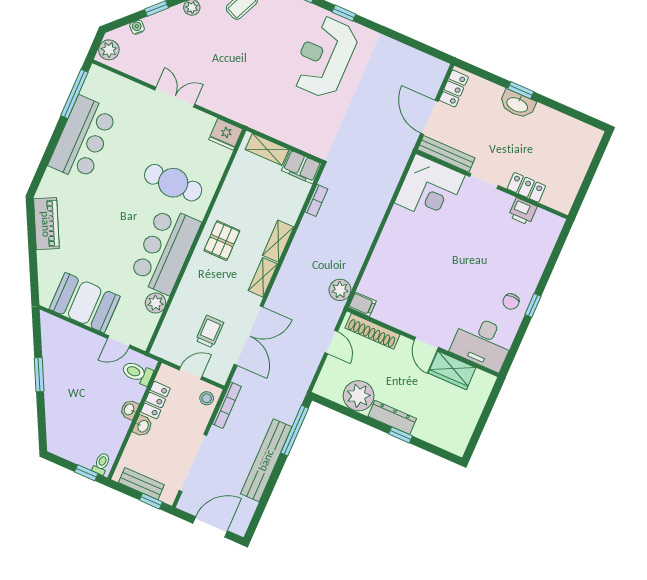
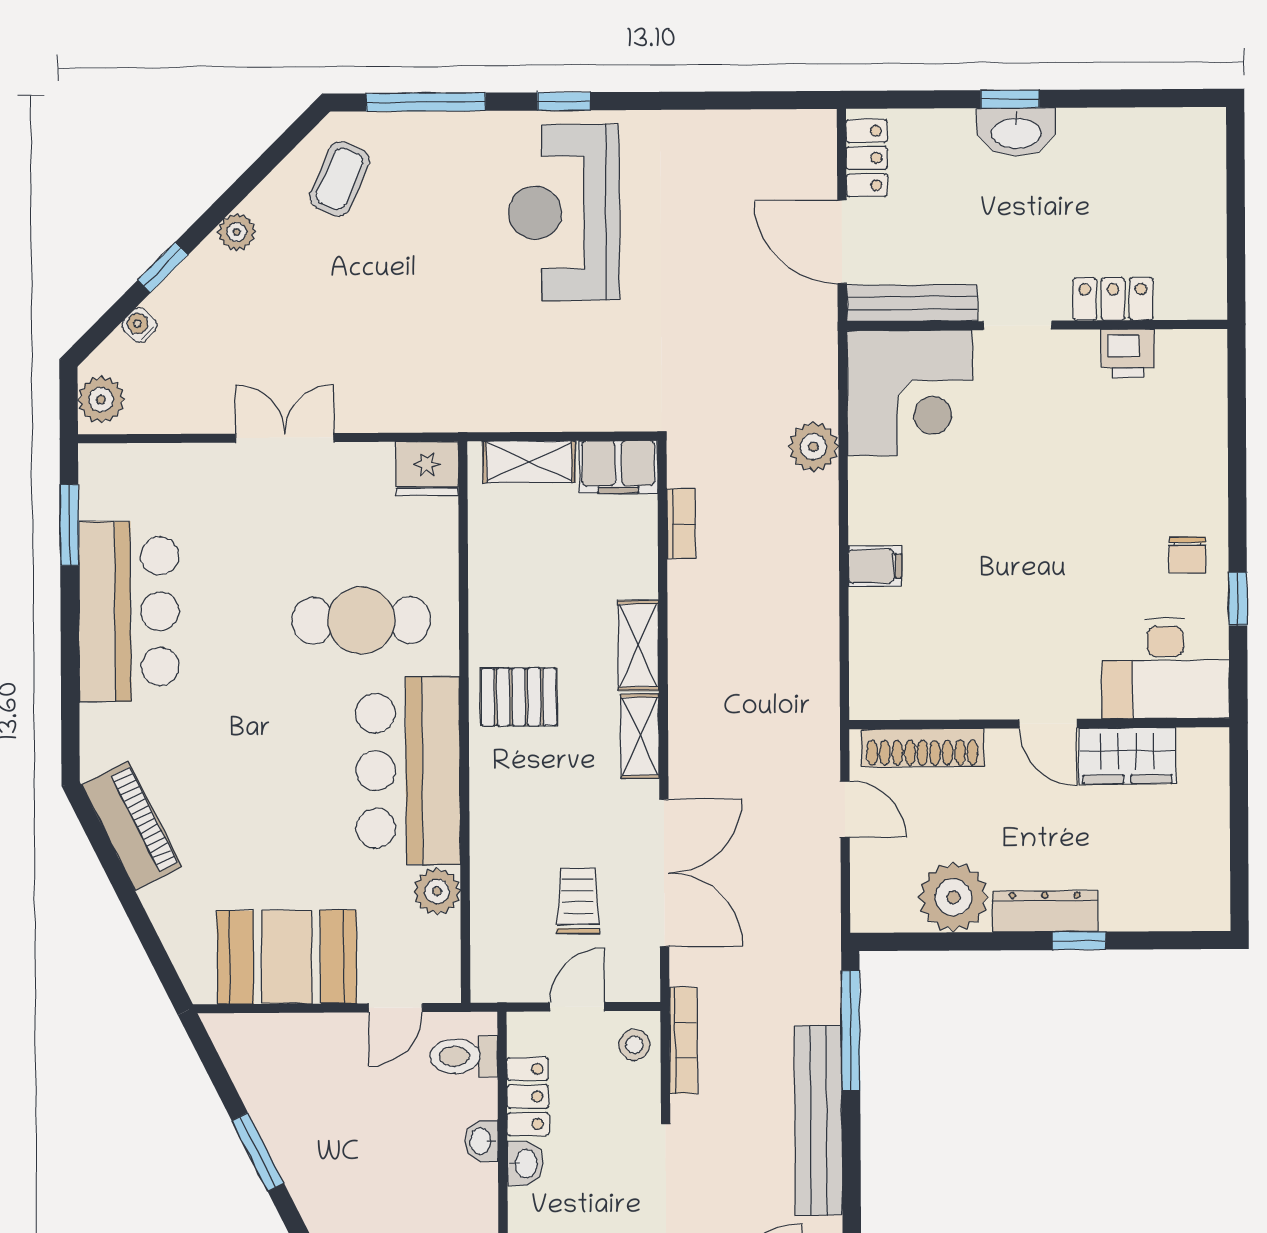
window: (74, 94) -> (69, 525), width x0.69
pallet: (222, 241) -> (519, 697), turned 90
plant: (340, 290) -> (813, 447), moved
filing cabinet: (362, 304) -> (875, 566), moved
window: (533, 305) -> (1238, 599), moved

